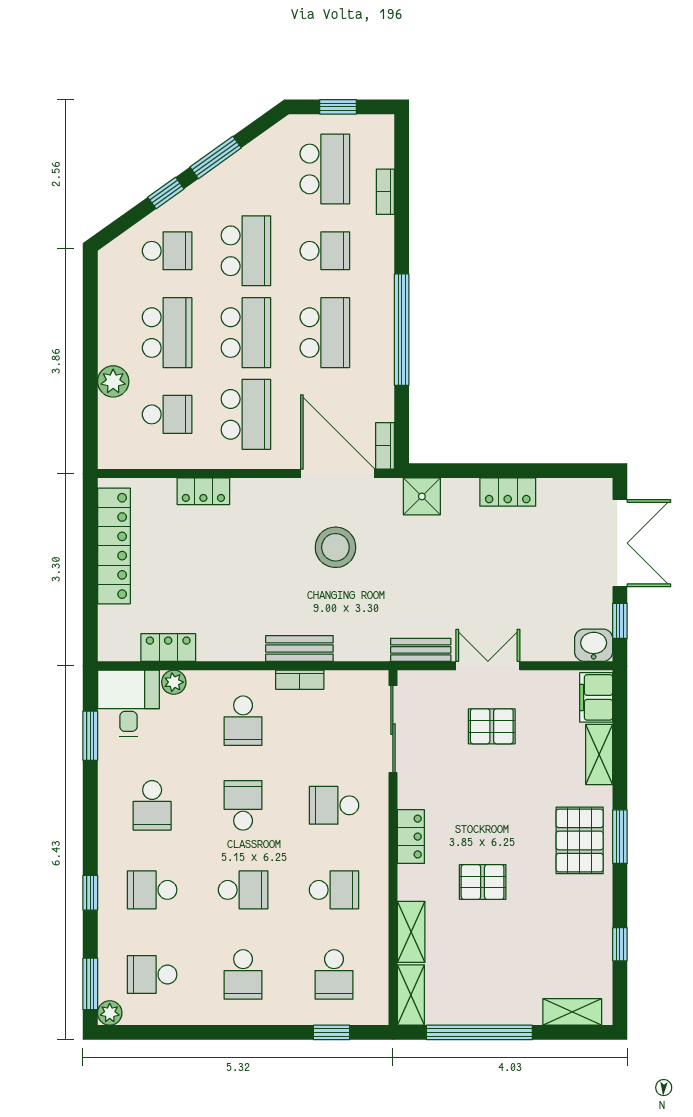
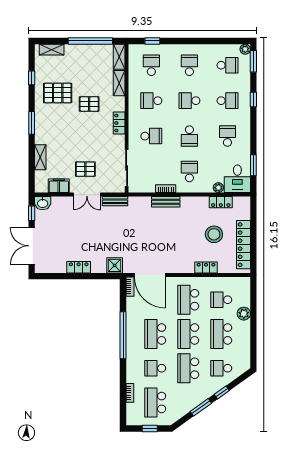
stool: (335, 547) -> (214, 234), moved
filing cabinet: (596, 697) -> (59, 186), moved, turned -90
pallet: (580, 840) -> (58, 93), moved, turned 90

